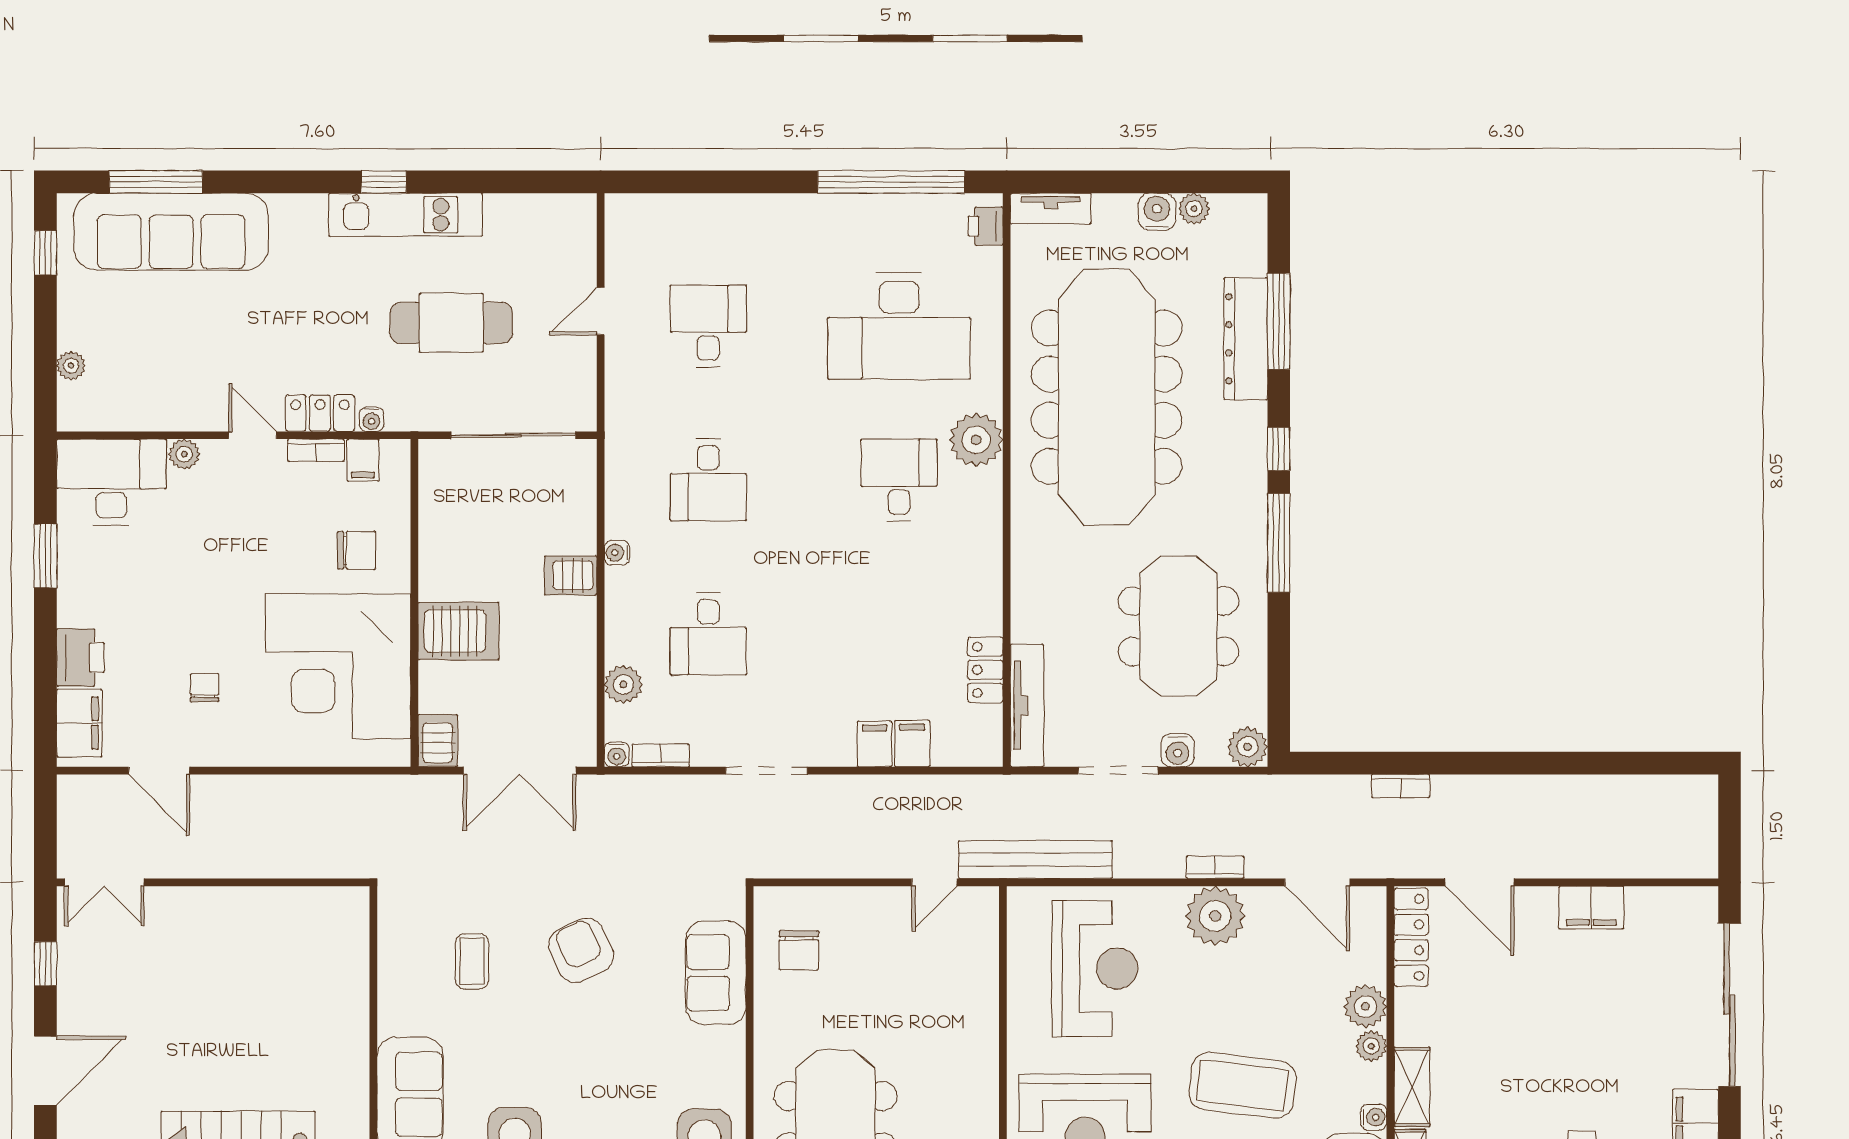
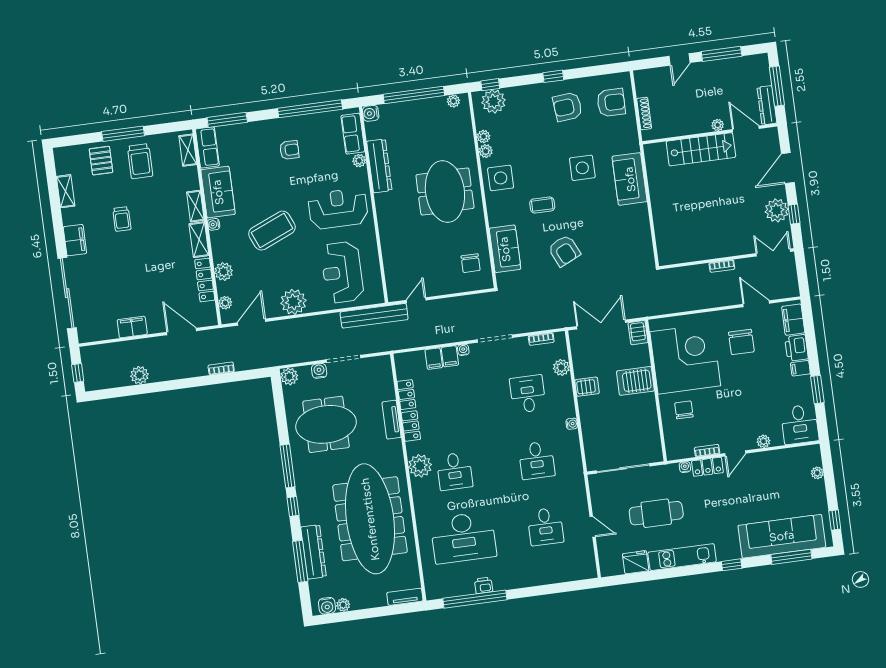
window: (384, 182) -> (732, 565), moved
water cooler: (1157, 212) -> (327, 606), moved
fridge: (513, 217) -> (636, 562), added
printer: (986, 226) -> (484, 585), moved, turned -90
door: (601, 311) -> (593, 527), hinge flipped
desk: (899, 326) -> (463, 538), turned 180
door: (253, 435) -> (735, 453), hinge flipped
plant: (976, 440) -> (420, 466), moved
filing cabinet: (363, 460) -> (800, 368), moved, turned -90
desk: (708, 480) -> (537, 460), turned 180
desk: (111, 482) -> (800, 424), width x0.73
chair: (356, 550) -> (684, 410), turned 90
server rack: (571, 575) -> (587, 387), moved
locker: (985, 596) -> (411, 426), added
meeting table: (1178, 626) -> (326, 424), turned 90
chair: (204, 688) -> (741, 342), width x1.87, depth x1.87
tv unit: (1027, 705) -> (392, 420), moved, width x0.71
water cooler: (617, 754) -> (463, 350), moved
plant: (1589, 795) -> (139, 375), added
window: (1730, 819) -> (78, 373), added
bookcase: (1215, 867) -> (722, 266), moved
door: (1317, 882) -> (252, 322), hinge flipped
locker: (1411, 937) -> (205, 280), moved
chair: (799, 950) -> (471, 263), turned 180
coffee table: (472, 961) -> (542, 205), moved, turned 90
plant: (84, 977) -> (777, 210), added
plant: (1371, 1046) -> (225, 303), moved
coffee table: (1243, 1085) -> (272, 231), turned -30

